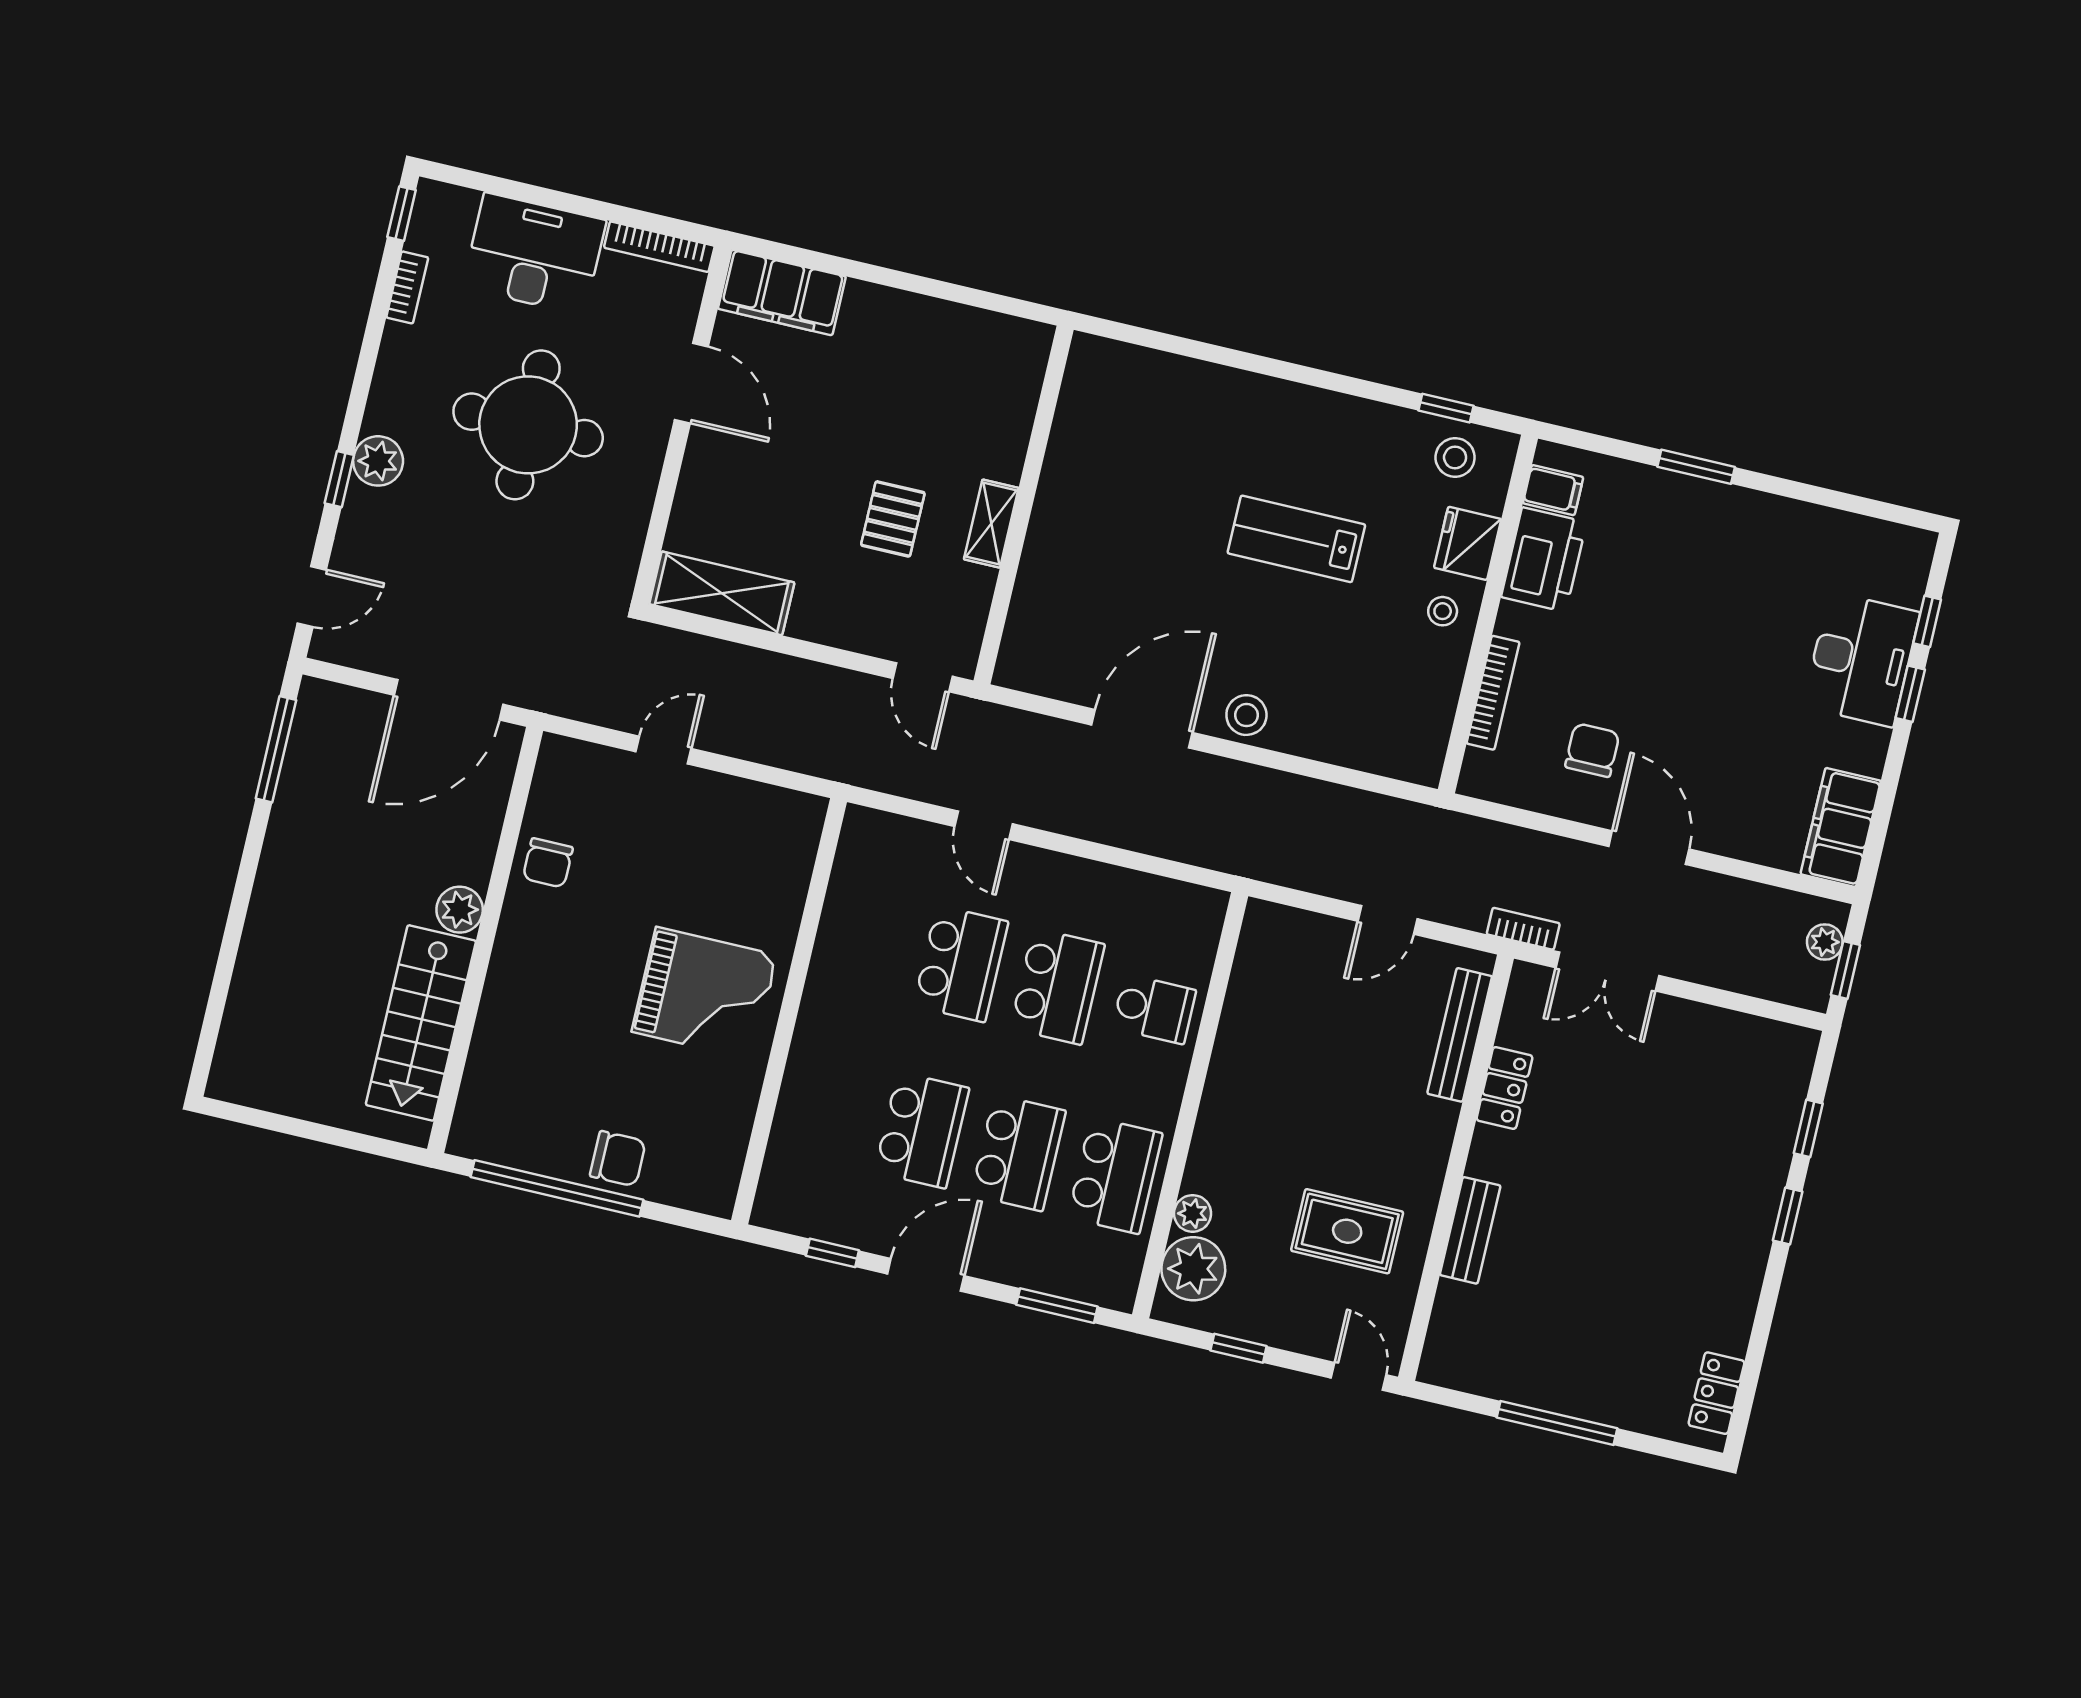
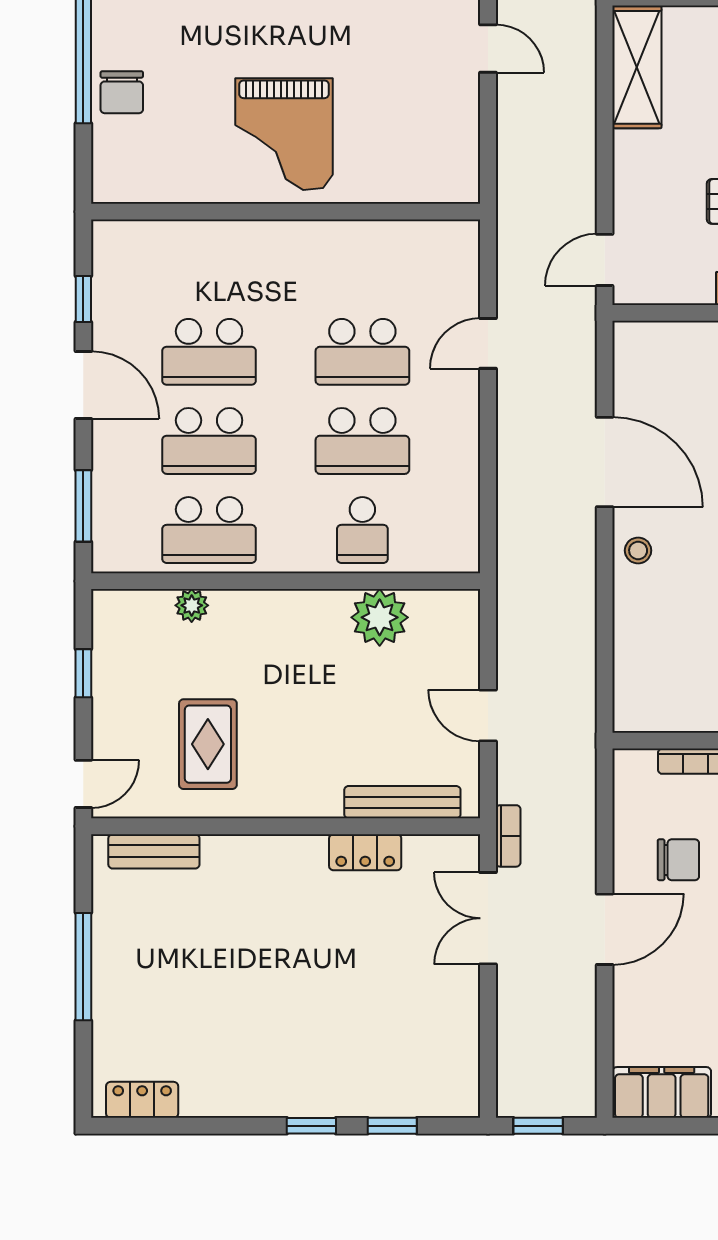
stool: (1246, 715) -> (638, 550), width x0.73, depth x0.73
plant: (1825, 942) -> (558, 1102), removed
bench: (1470, 1230) -> (154, 851), moved
plant: (1193, 1269) -> (380, 617), moved

